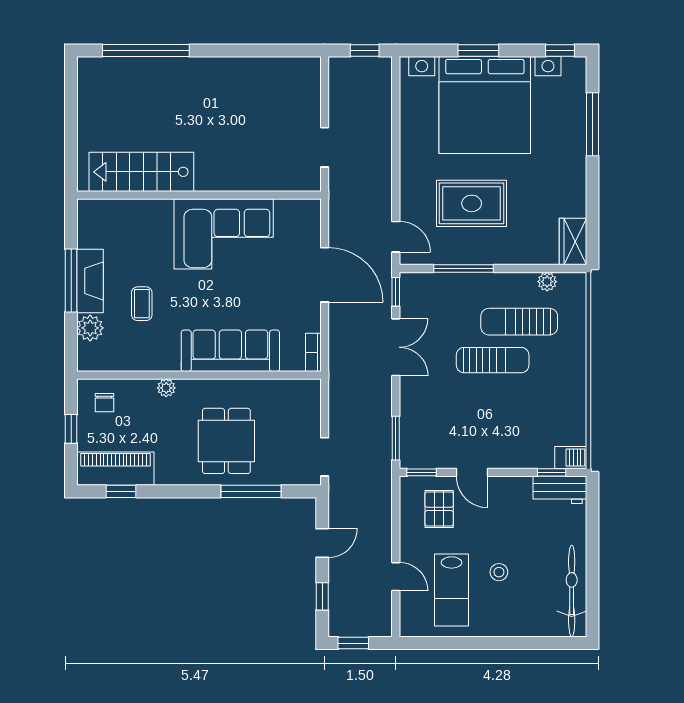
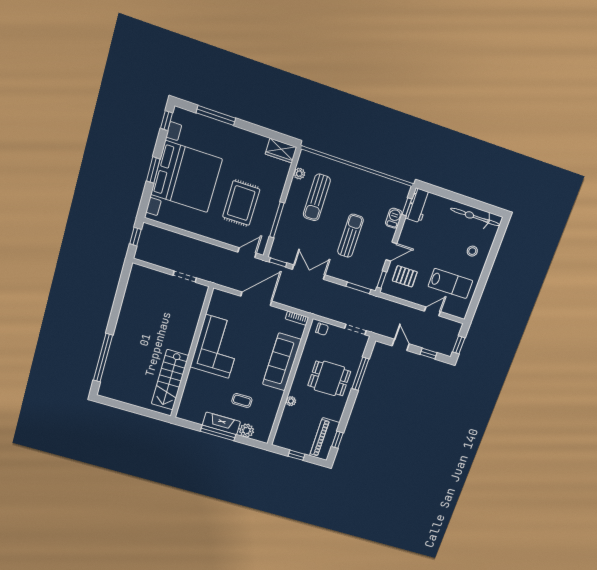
sun lounger: (493, 360) -> (350, 236), moved
chair: (105, 403) -> (322, 329), moved
barbecue: (571, 458) -> (394, 218), moved
stool: (499, 572) -> (472, 251), moved

